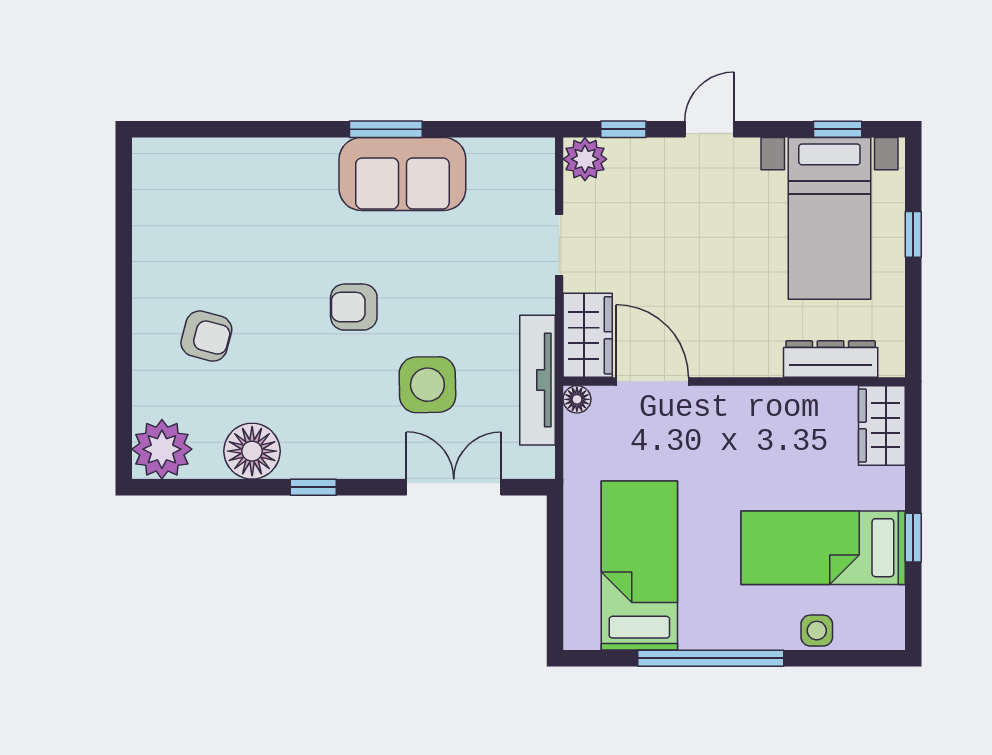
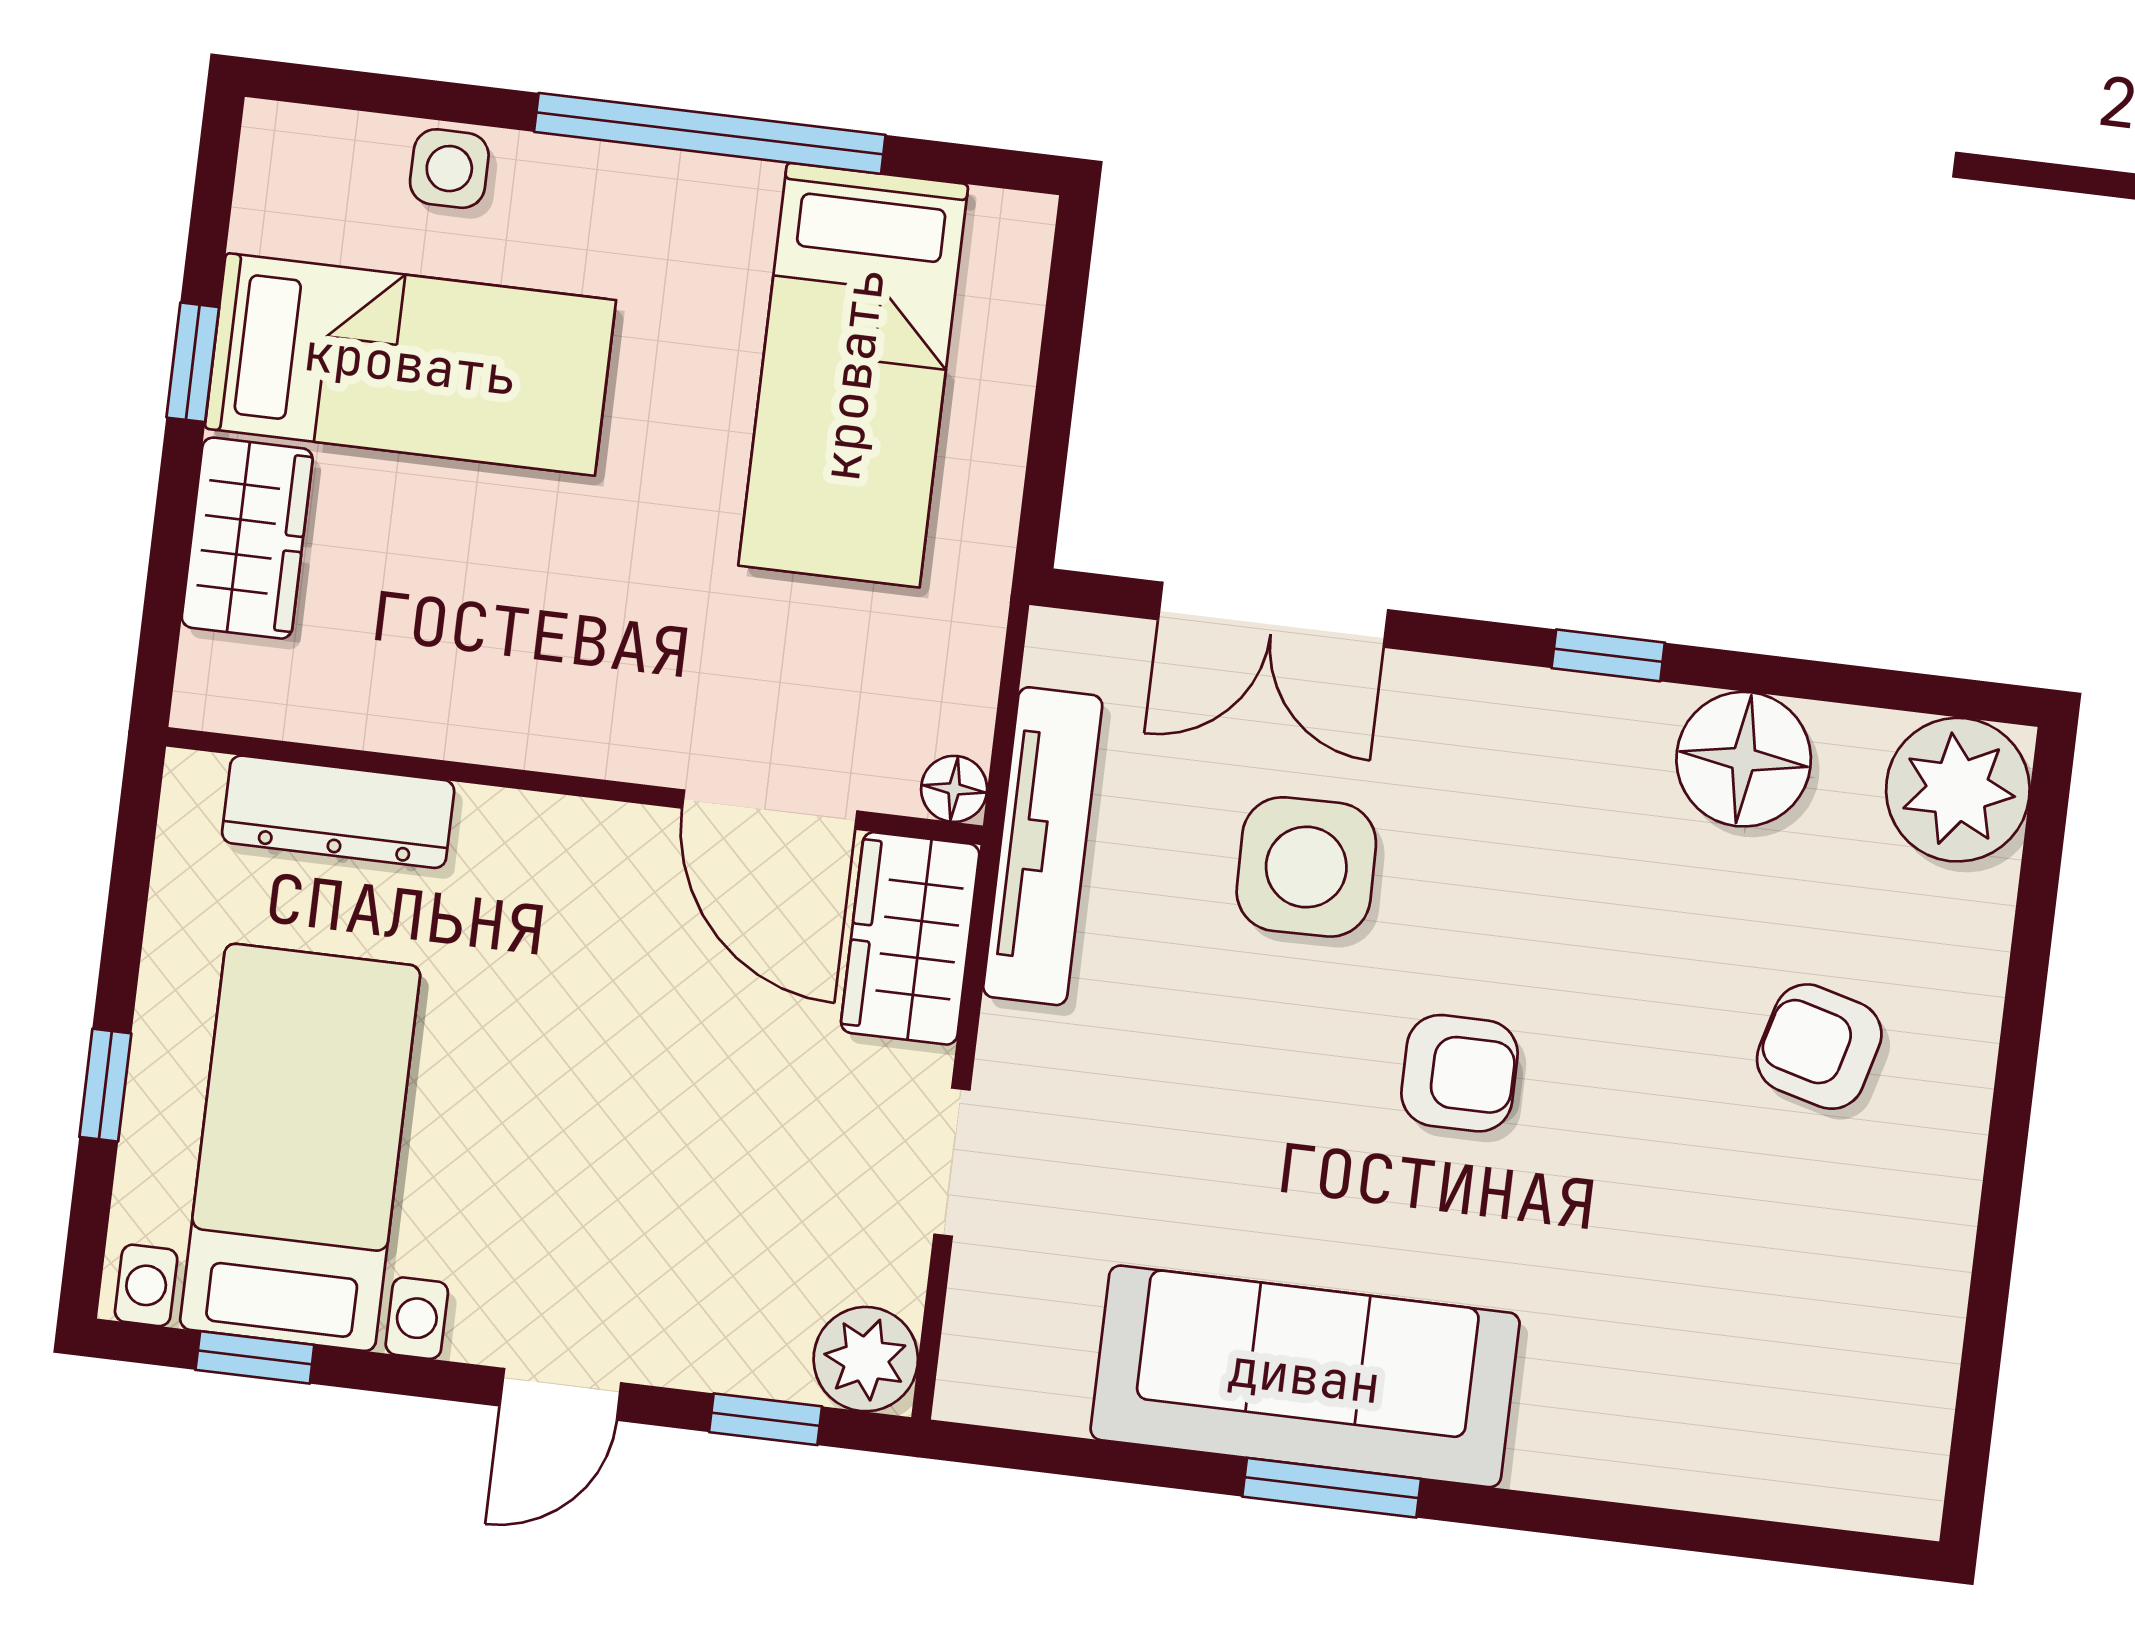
sofa: (402, 174) -> (1305, 1376), width x1.36
wardrobe: (882, 425) -> (247, 538), moved

